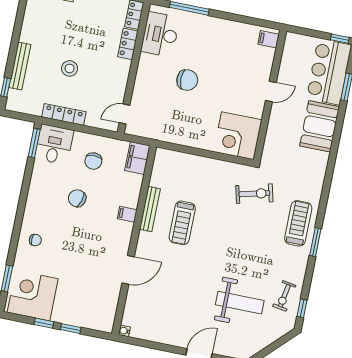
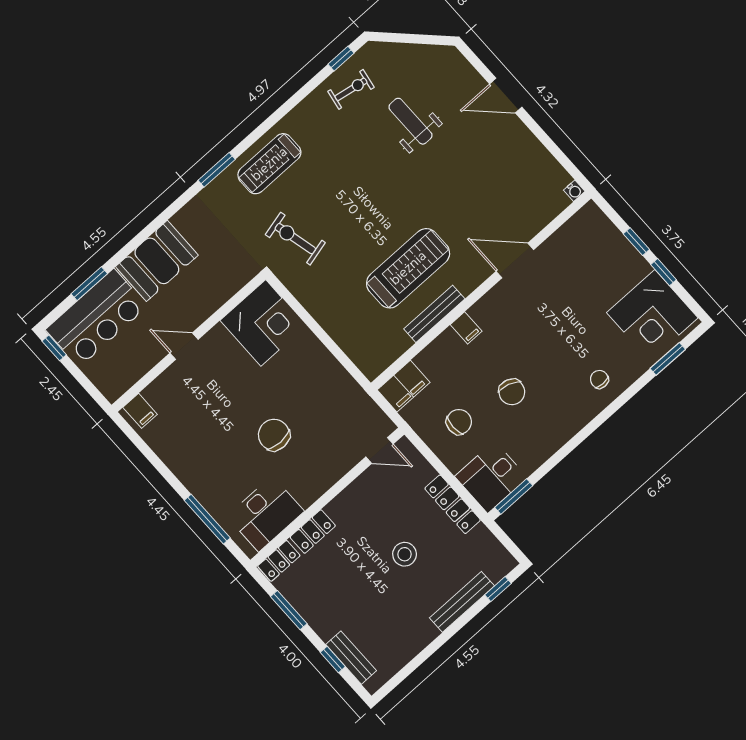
treadmill: (182, 223) -> (408, 268), width x1.37, depth x1.38
window: (315, 242) -> (217, 170), moved
weight bench: (240, 303) -> (410, 121), width x0.73, depth x0.75

